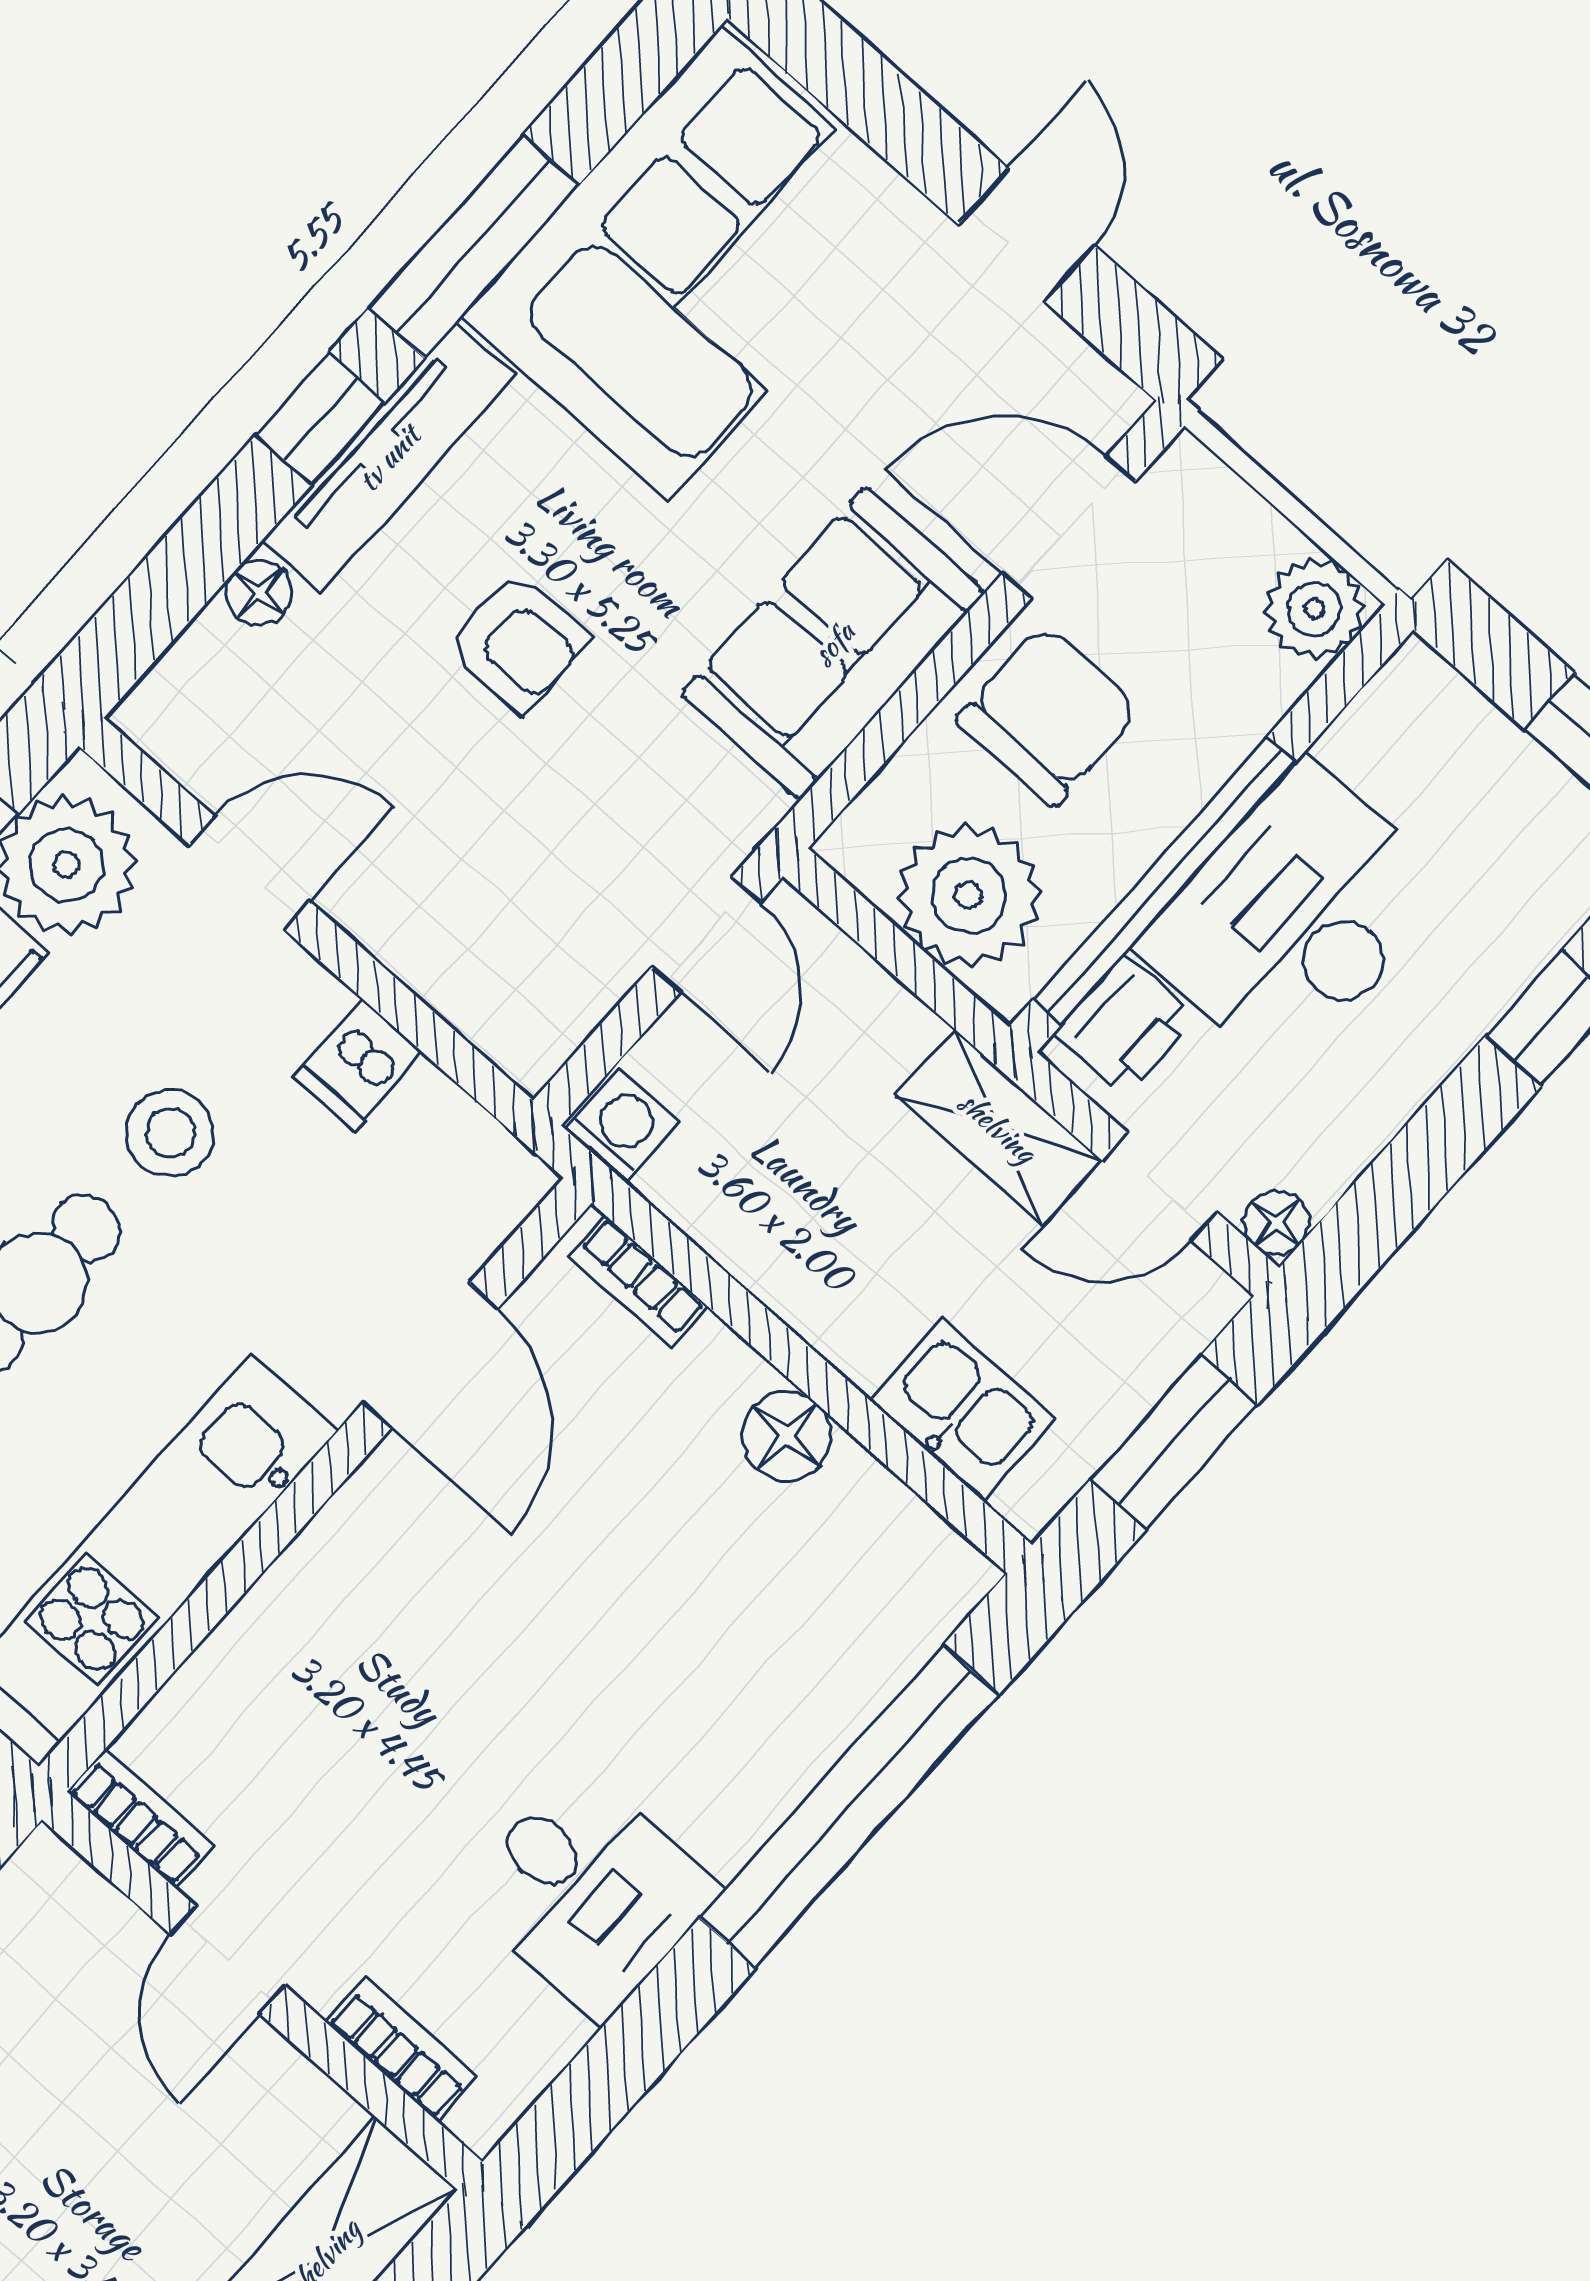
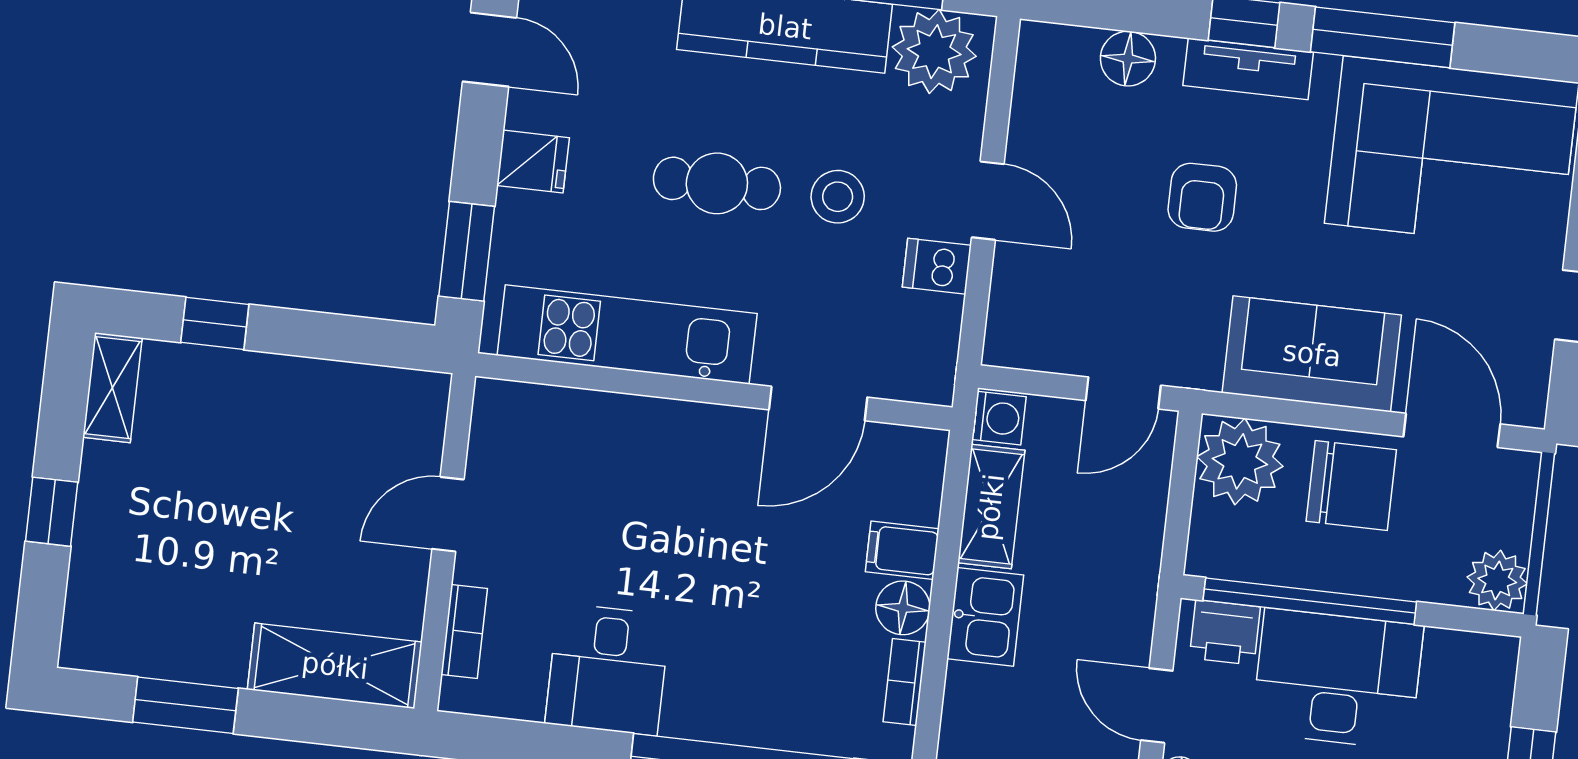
tv unit: (388, 458) -> (1248, 69), width x0.71
floor lamp: (259, 593) -> (1128, 59), width x1.37, depth x1.37
door: (250, 873) -> (988, 201), moved
plant: (969, 895) -> (1240, 461), moved
shelving: (998, 1127) -> (991, 507), moved
bookcase: (638, 1281) -> (905, 682), moved
filing cabinet: (708, 1382) -> (902, 550), added
kitchen sink: (963, 1410) -> (985, 617), moved
bookcase: (140, 1818) -> (488, 422), removed

